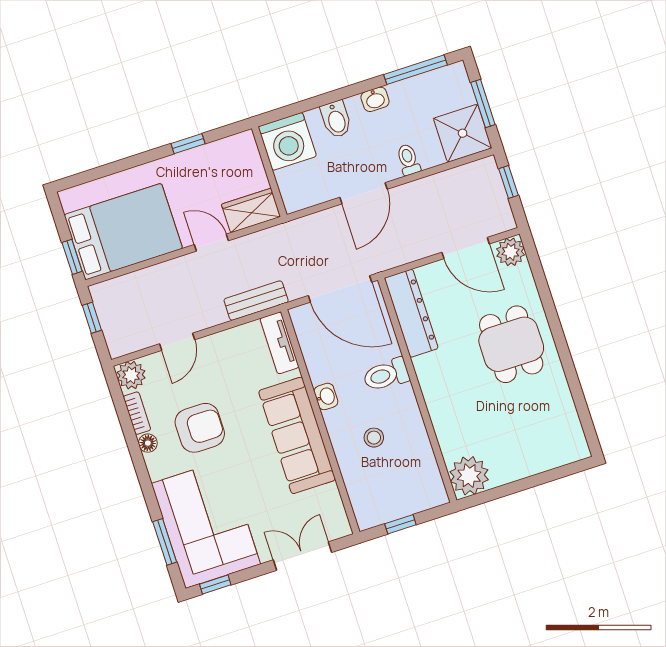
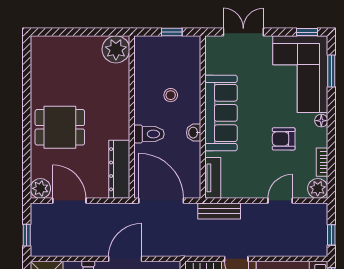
dining table: (511, 344) -> (60, 127), turned 90
armchair: (200, 428) -> (284, 139), width x0.72, depth x0.72
floor lamp: (148, 443) -> (321, 121), moved
double door: (302, 556) -> (243, 32), swing flipped

